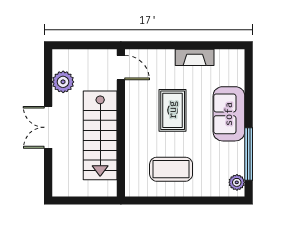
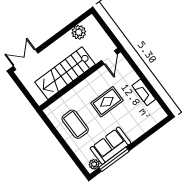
sofa: (229, 114) -> (111, 146), moved
double door: (48, 127) -> (26, 60), moved

